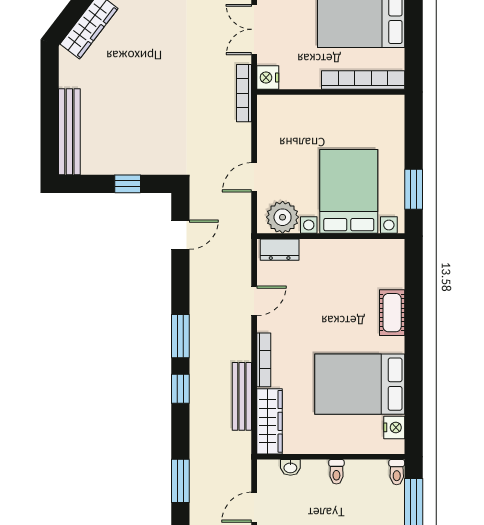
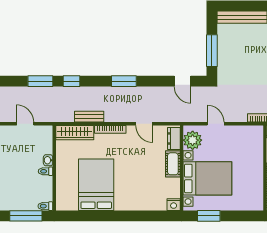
window: (128, 184) -> (212, 51), width x2.17
cot: (392, 313) -> (173, 164), moved, turned 90
window: (180, 389) -> (71, 81), moved
bench: (242, 396) -> (89, 117), width x0.73
nightstand: (394, 427) -> (174, 205), moved
washbasin: (290, 467) -> (48, 160), moved

